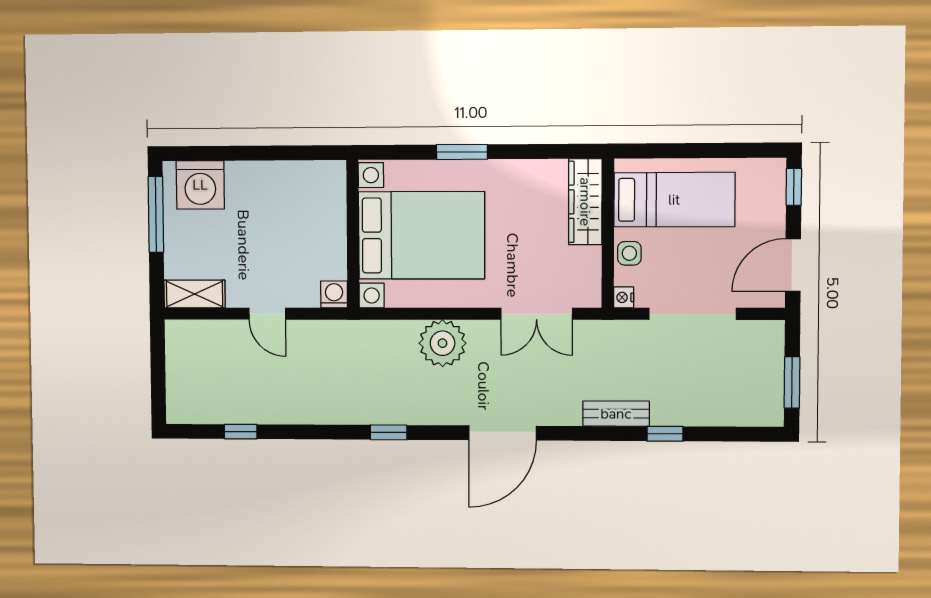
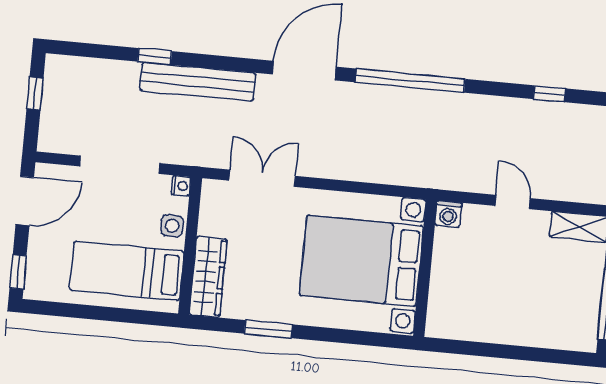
window: (462, 152) -> (268, 329), moved
washing machine: (200, 185) -> (563, 327), removed
plant: (443, 343) -> (352, 159), removed
window: (792, 382) -> (35, 93), width x0.67
bench: (616, 414) -> (198, 82), width x1.86, depth x1.21
window: (389, 432) -> (410, 81), width x3.17

